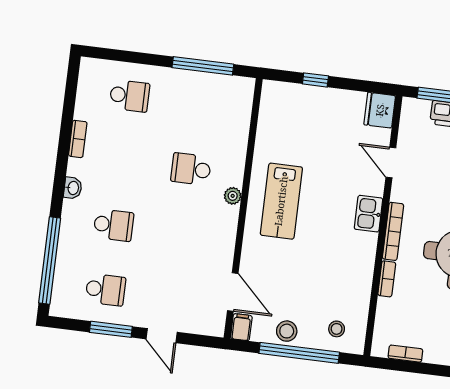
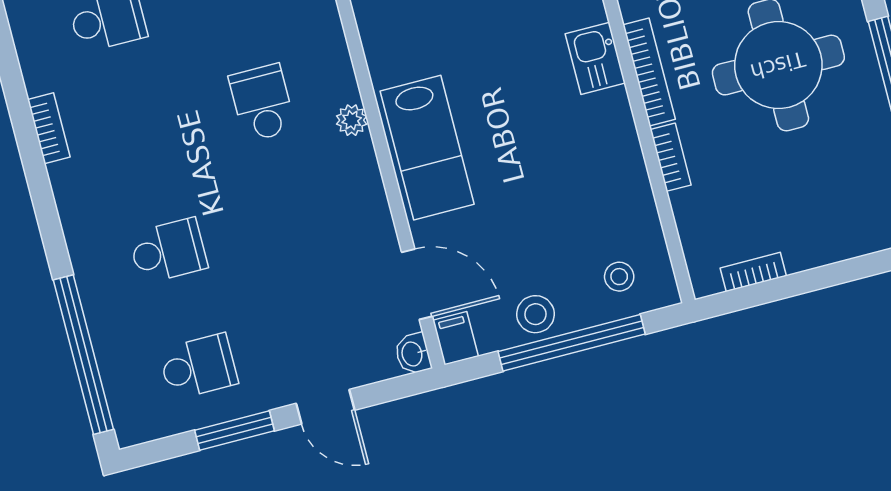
school desk: (191, 169) -> (262, 103), turned 90
washbasin: (73, 188) -> (413, 354), moved, turned 180
lab bench: (281, 201) -> (427, 148), moved

